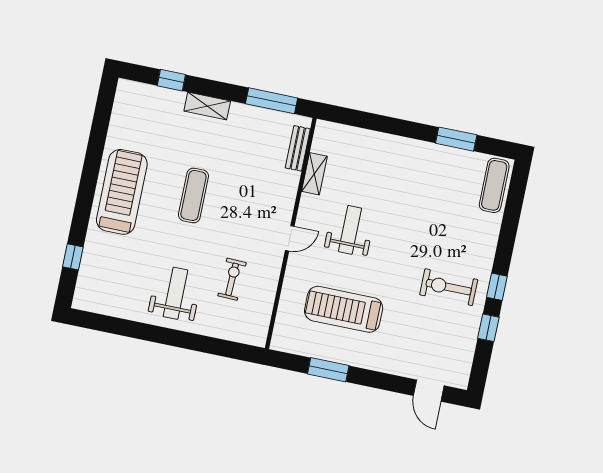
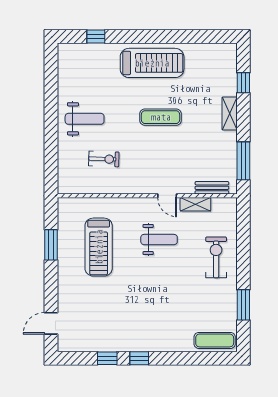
door: (290, 238) -> (167, 196), moved
exercise bike: (449, 287) -> (216, 257), moved
treadmill: (344, 309) -> (99, 247), turned 180

